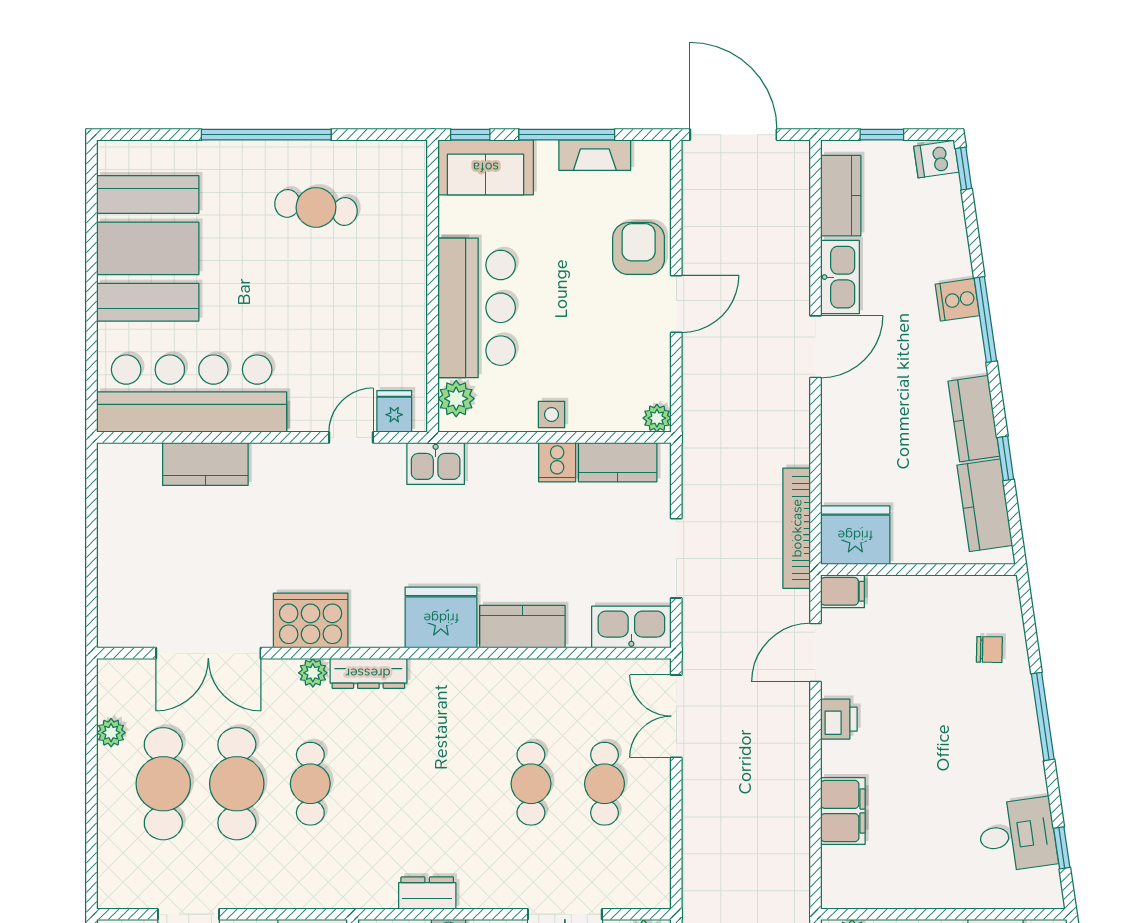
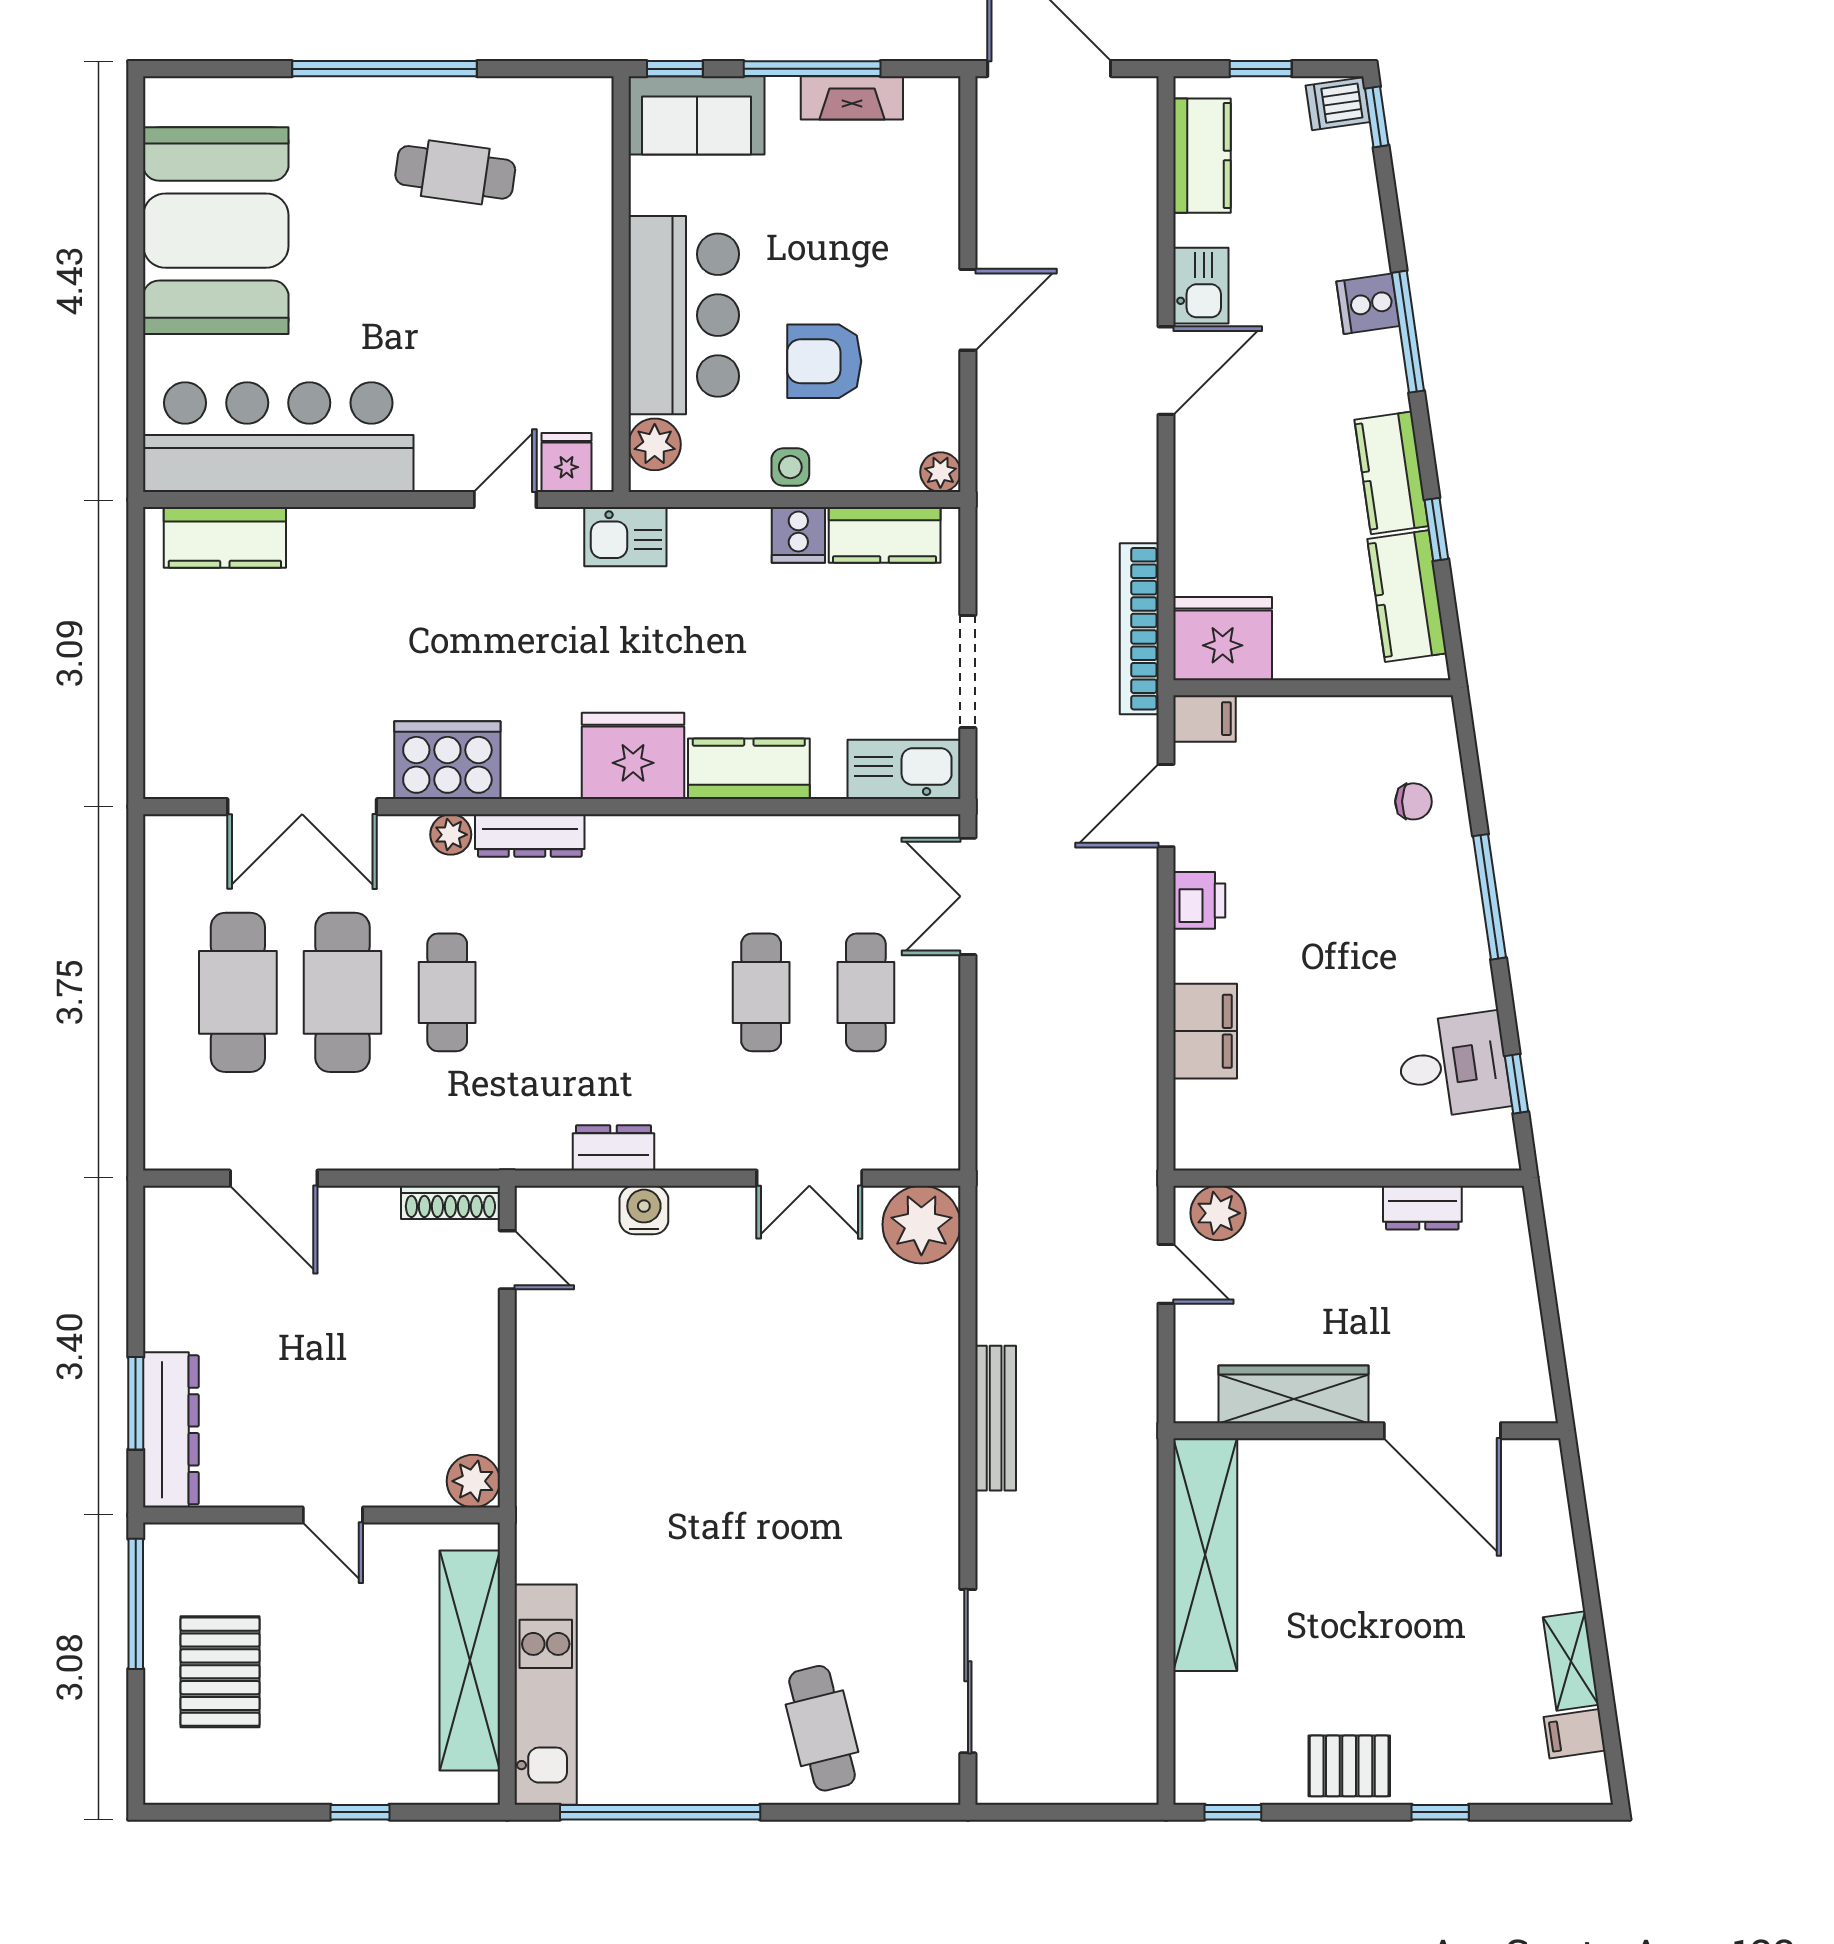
armchair: (639, 249) -> (824, 361), moved, turned -90
kitchen sink: (840, 277) -> (1201, 286), width x0.73
kitchen counter: (205, 464) -> (225, 537), moved
plant: (111, 733) -> (164, 920), removed

